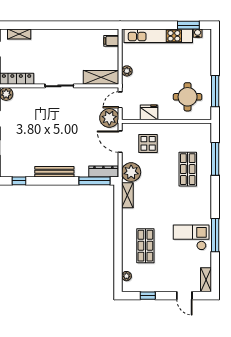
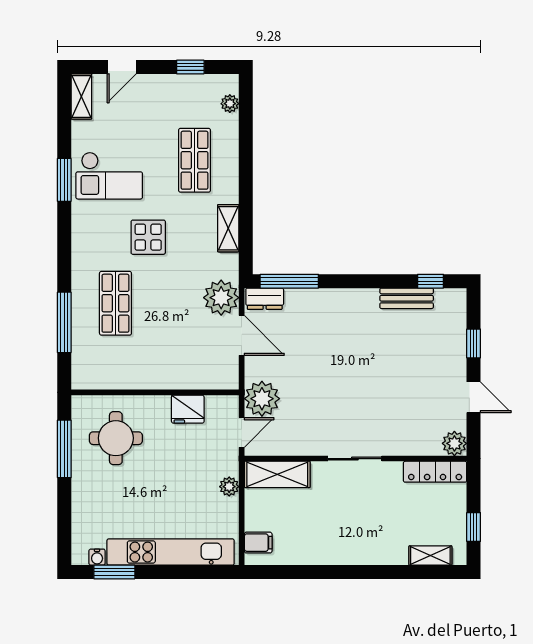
door: (120, 142) -> (242, 335), moved
display table: (148, 143) -> (148, 237), moved
bench: (54, 172) -> (407, 298), moved, width x0.73
dresser: (103, 172) -> (265, 299), width x0.70
shelving: (127, 195) -> (228, 228), moved
window: (215, 235) -> (64, 180), width x0.69
door: (184, 296) -> (122, 67), swing flipped

